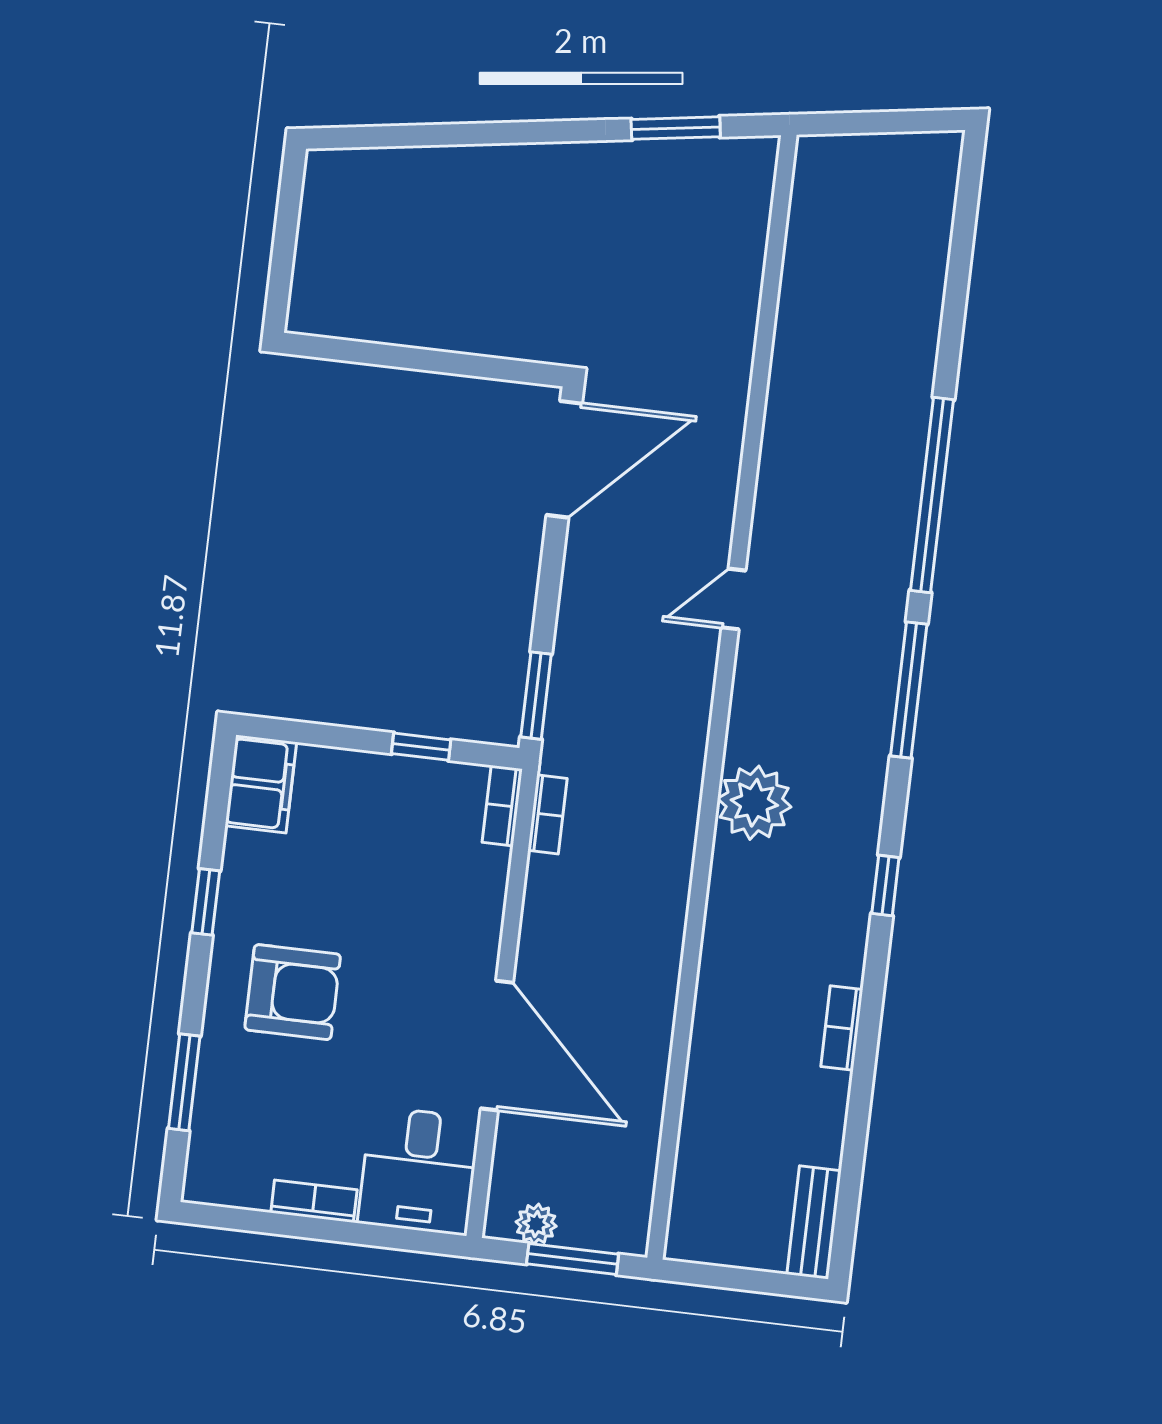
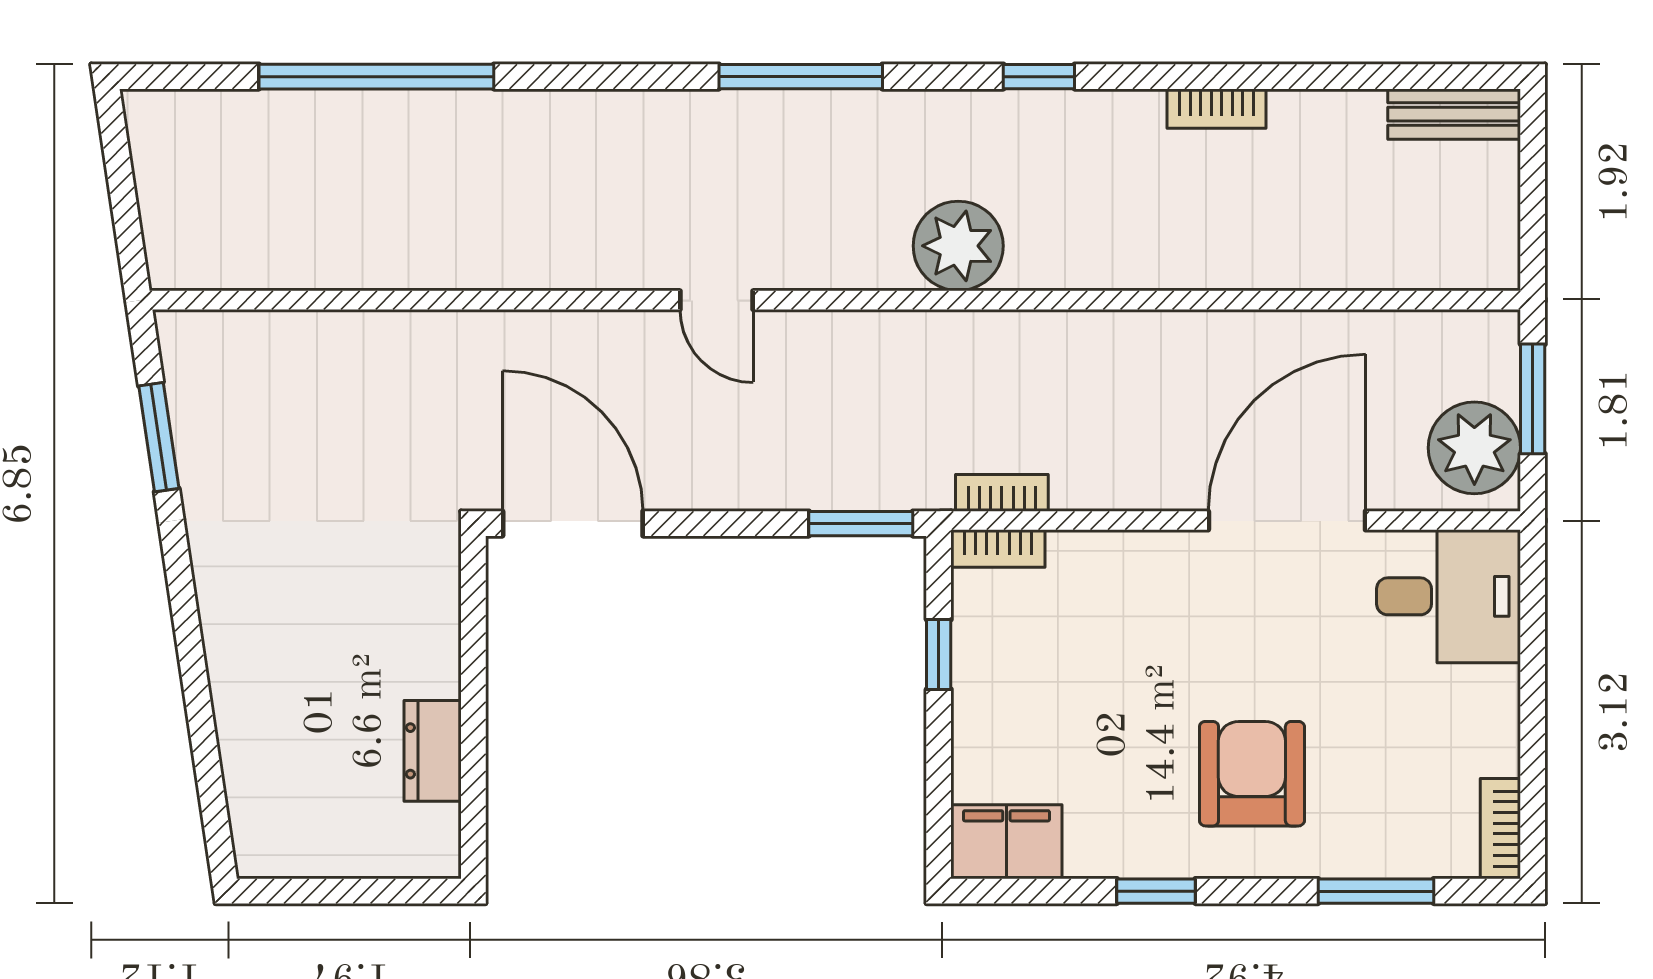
dresser: (392, 322) -> (433, 751), added
window: (932, 495) -> (376, 77), moved
bookcase: (314, 1201) -> (1500, 829), moved
plant: (536, 1224) -> (1474, 448), width x1.88, depth x1.88

